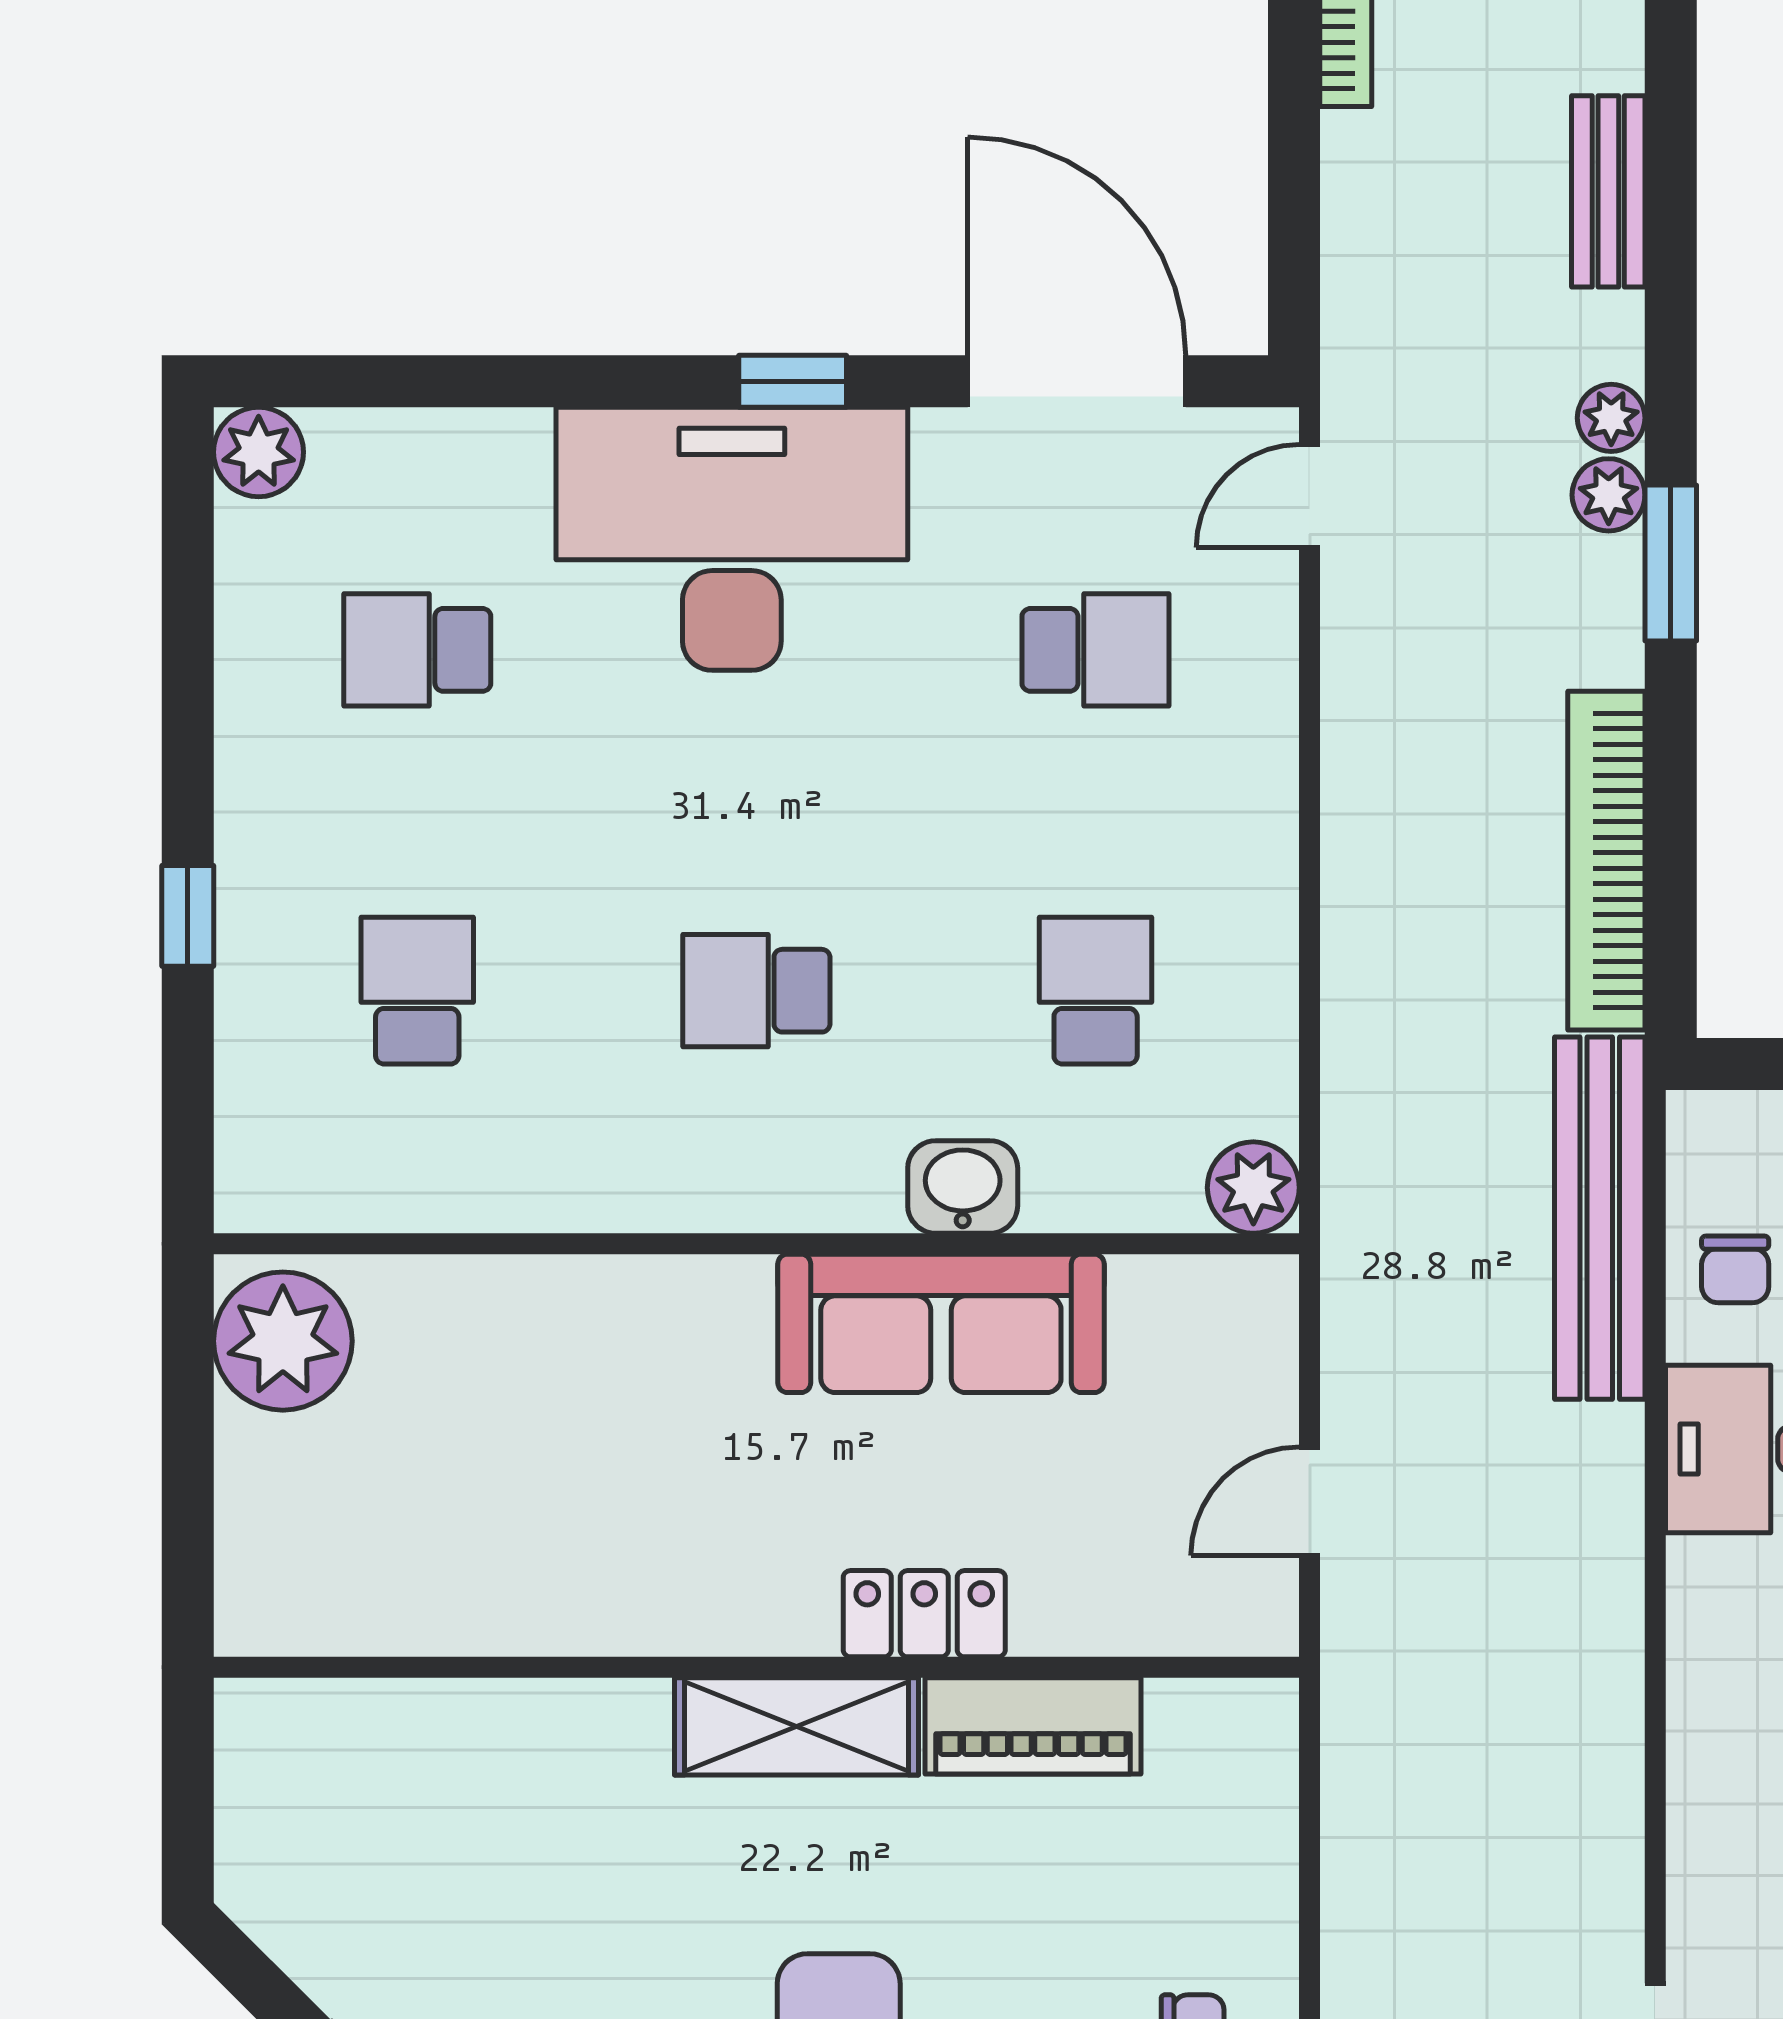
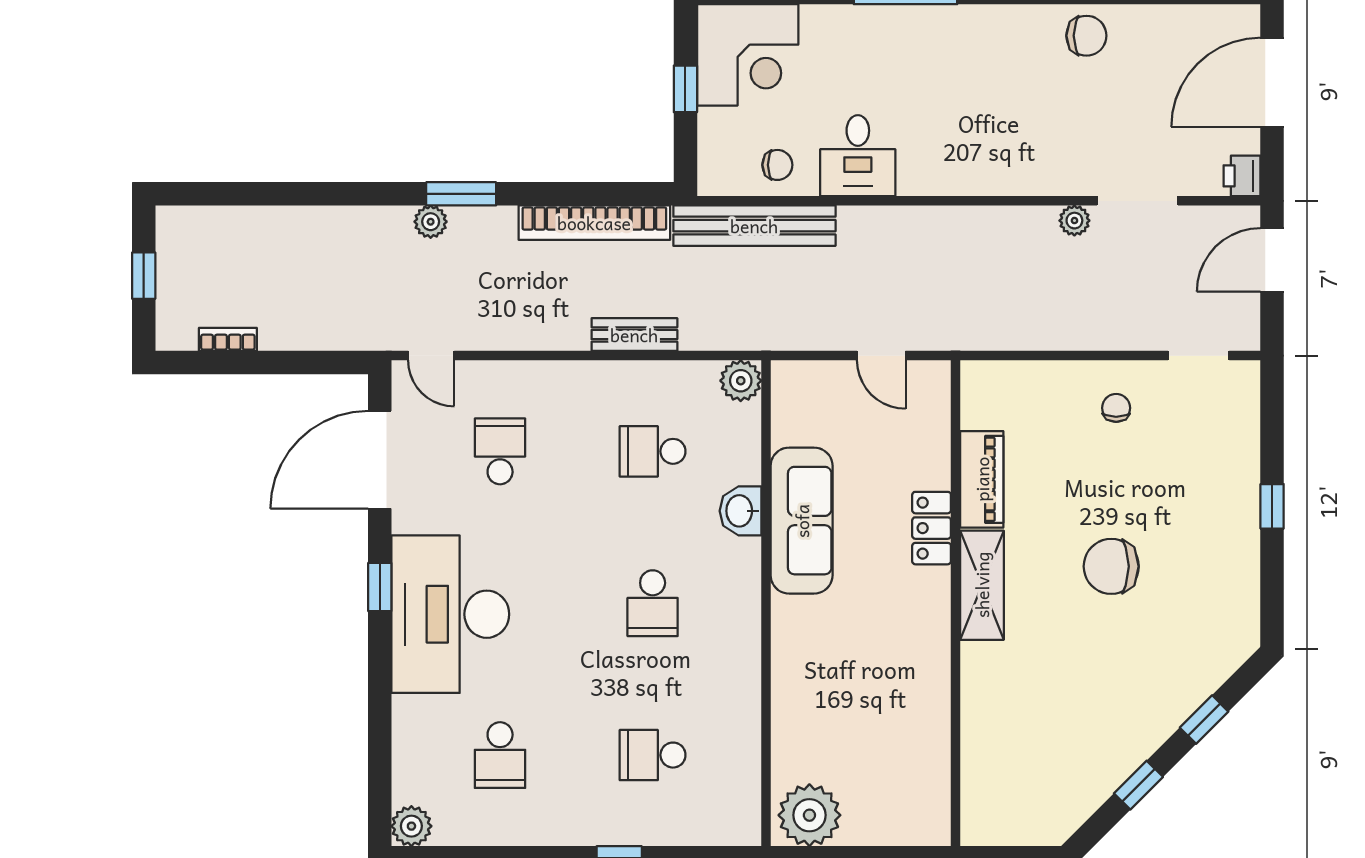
bench: (1608, 191) -> (634, 335), moved
plant: (1611, 418) -> (1074, 221), moved

